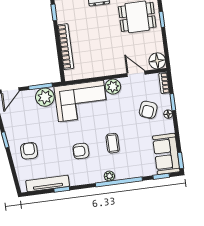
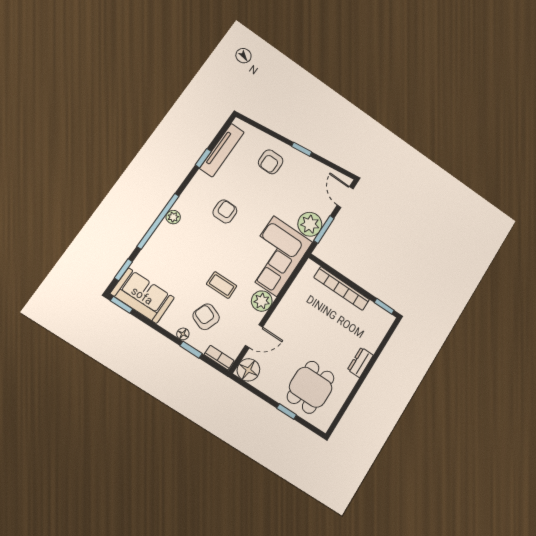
coffee table: (113, 143) -> (222, 285), moved
armchair: (29, 151) -> (271, 162), turned 90

